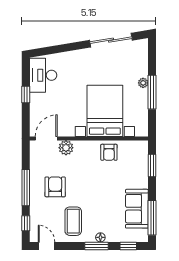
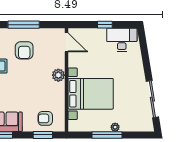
plant: (66, 148) -> (58, 75), moved
armchair: (109, 152) -> (45, 118), moved
armchair: (55, 187) -> (24, 50), turned 90

